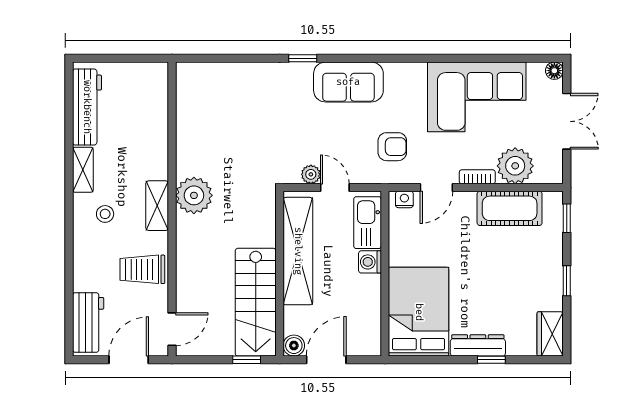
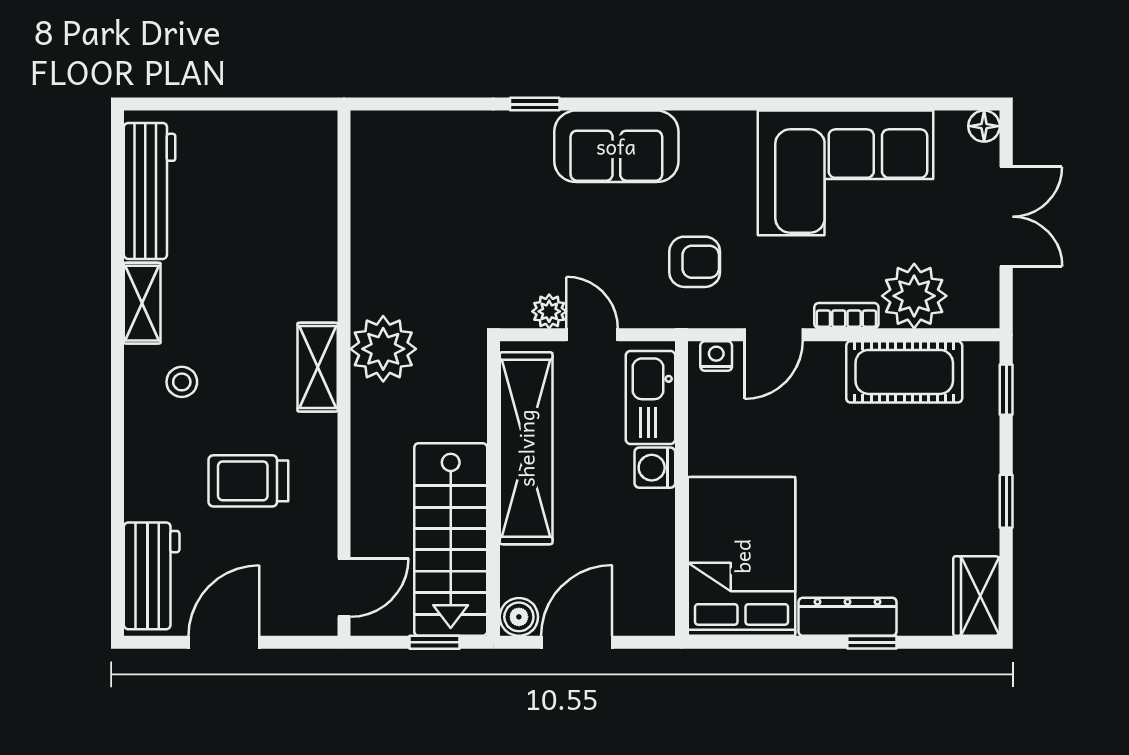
plant: (194, 195) -> (383, 349), moved
shelving: (157, 206) -> (318, 367), moved
wall: (172, 209) -> (344, 373), moved
door: (172, 329) -> (344, 588), moved

